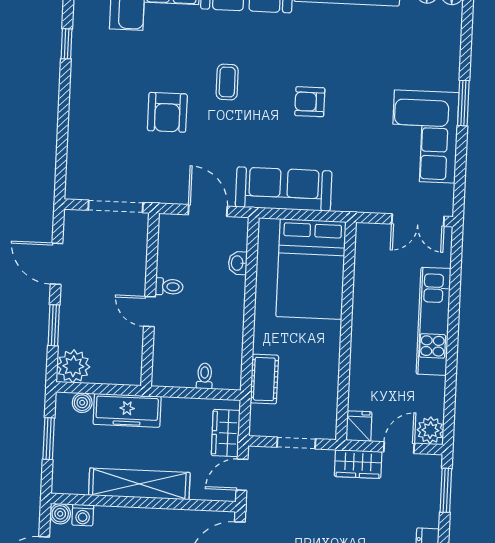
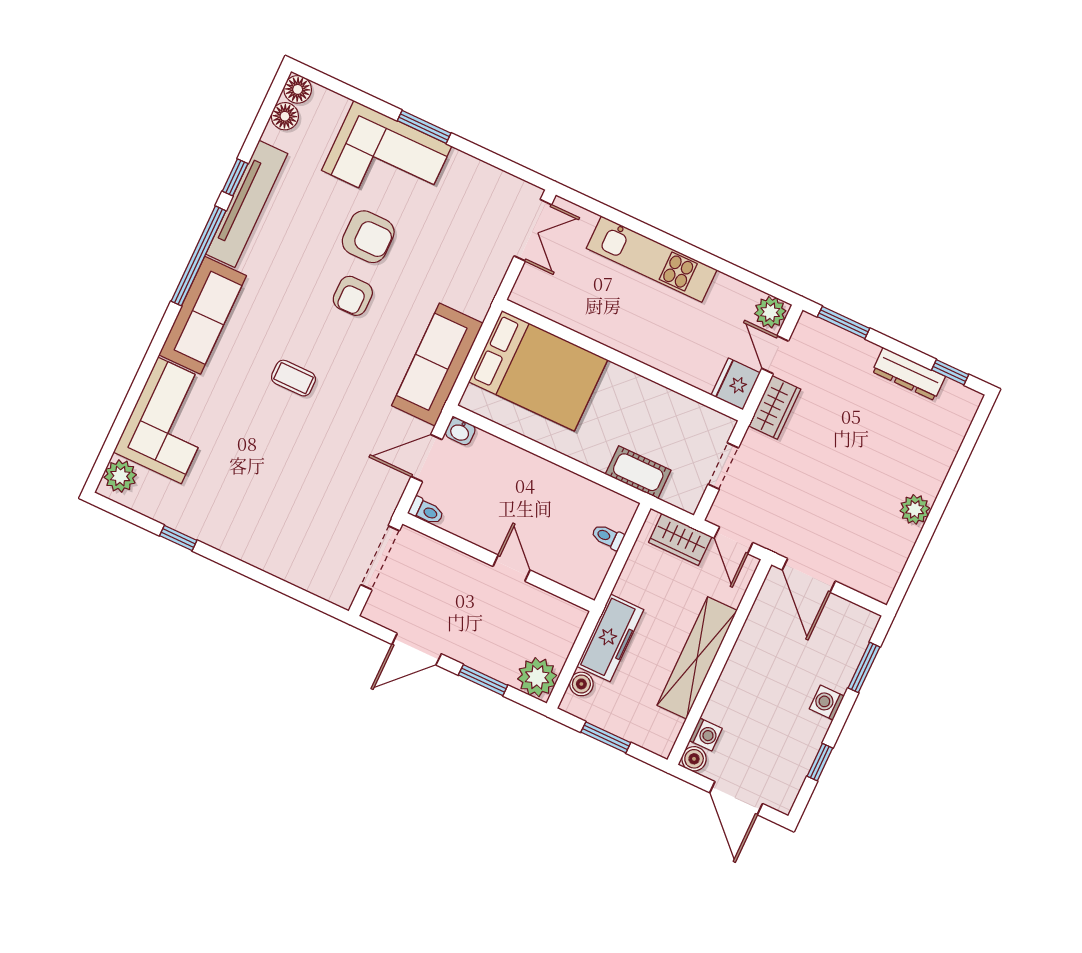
armchair: (167, 112) -> (368, 237), moved
corner sofa: (425, 136) -> (387, 158), moved
washbasin: (238, 263) -> (460, 431), moved
toilet: (169, 287) -> (426, 511), moved, turned 90
door: (150, 312) -> (512, 568), swing flipped
fridge: (359, 426) -> (736, 384), width x1.38

